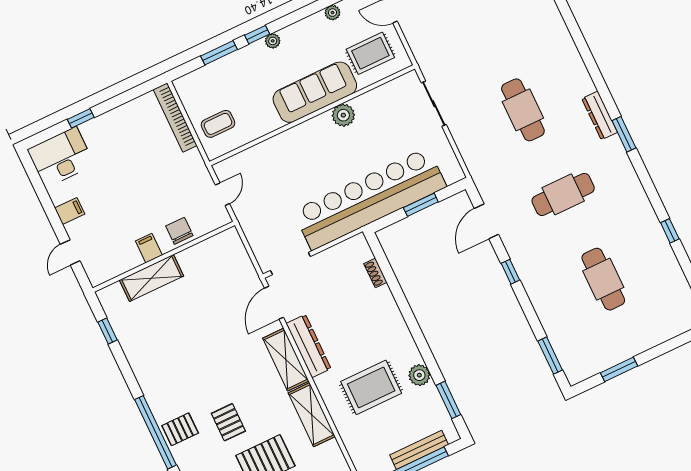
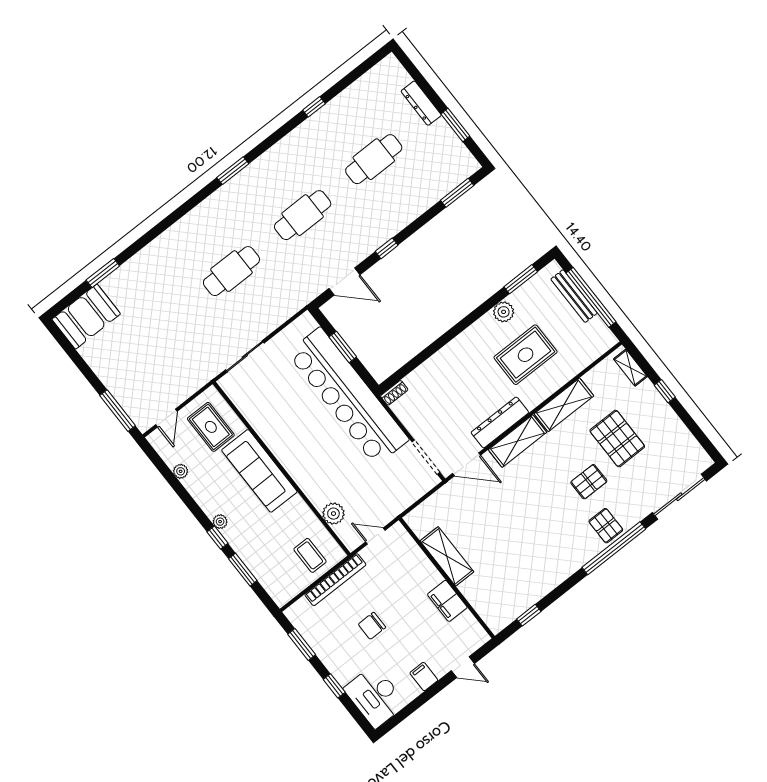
window: (130, 95) -> (302, 644), added
plant: (343, 115) -> (333, 514), moved
dresser: (600, 115) -> (421, 103), moved, turned 90
bookcase: (175, 117) -> (335, 580), moved
cafe table: (563, 194) -> (303, 215), turned 90
chair: (179, 231) -> (372, 626), moved
filing cabinet: (149, 248) -> (447, 601), width x2.00
shoe rack: (375, 273) -> (394, 393), moved
shelving: (152, 278) -> (447, 556), moved
rug: (371, 387) -> (526, 355), turned 90

